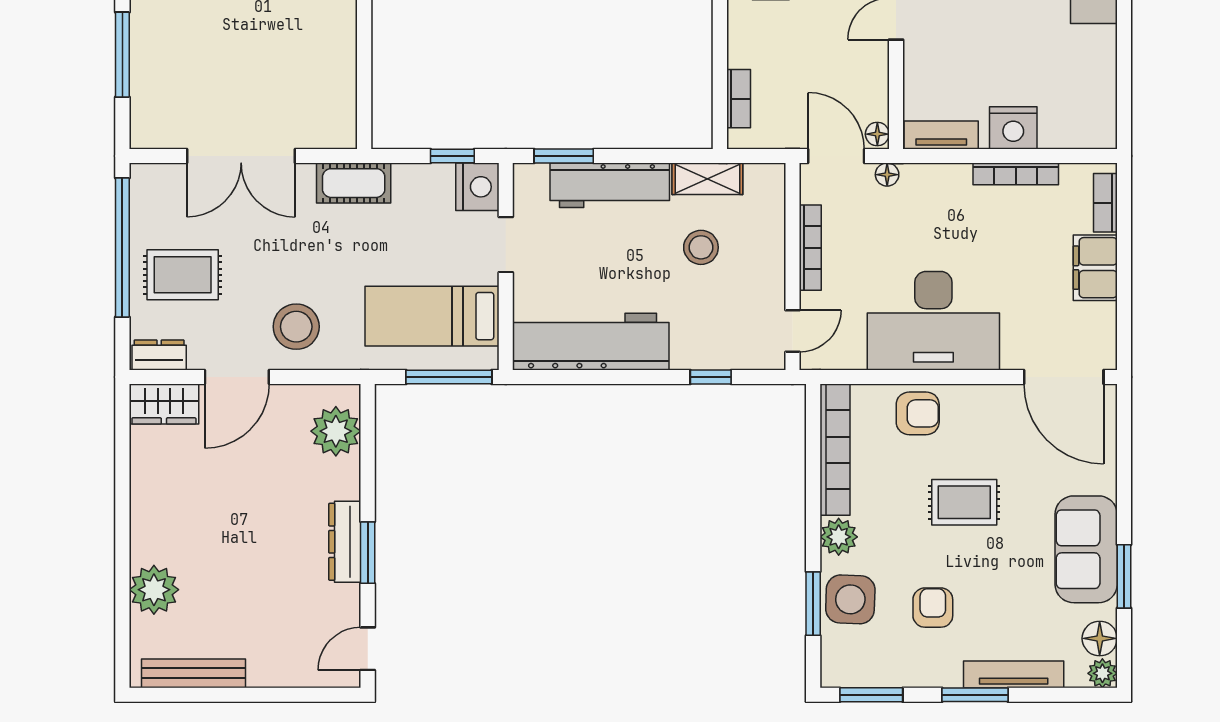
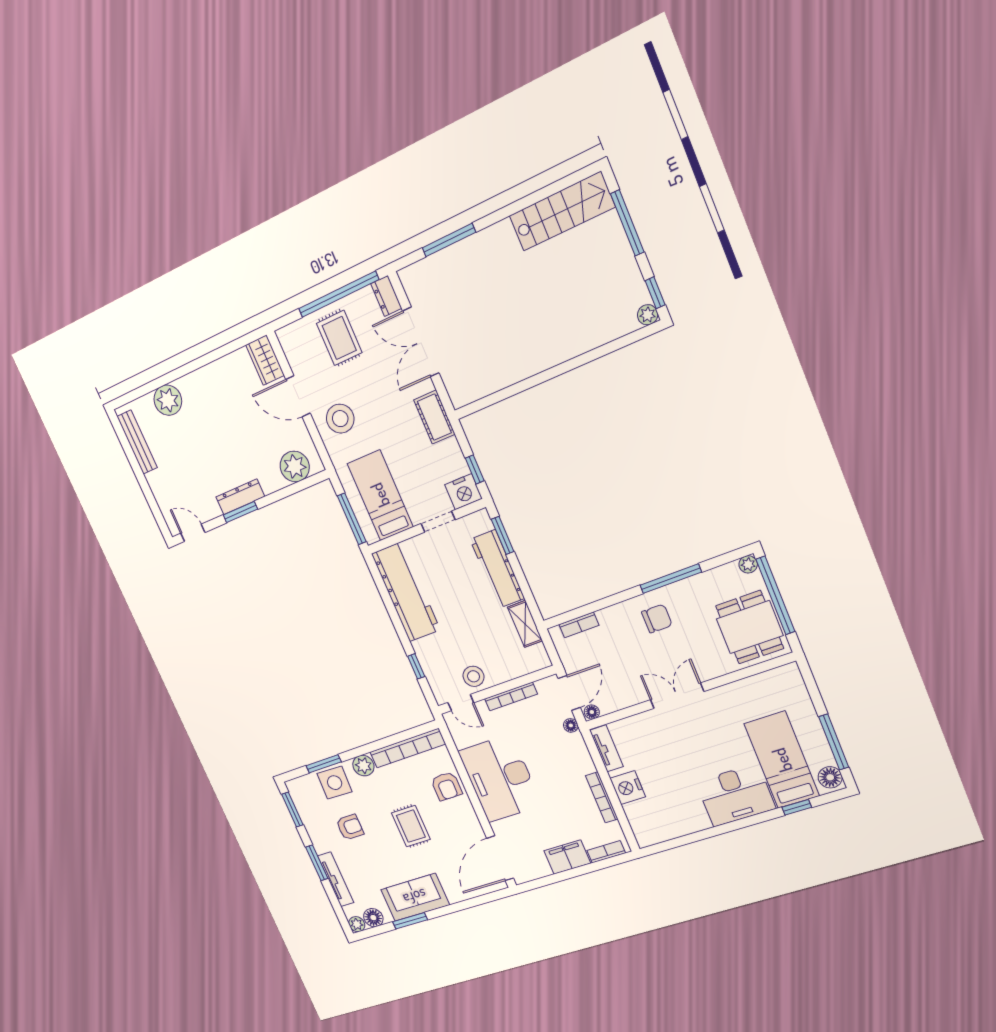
stool: (701, 247) -> (474, 676), moved
dresser: (159, 355) -> (386, 296), moved, turned 180

